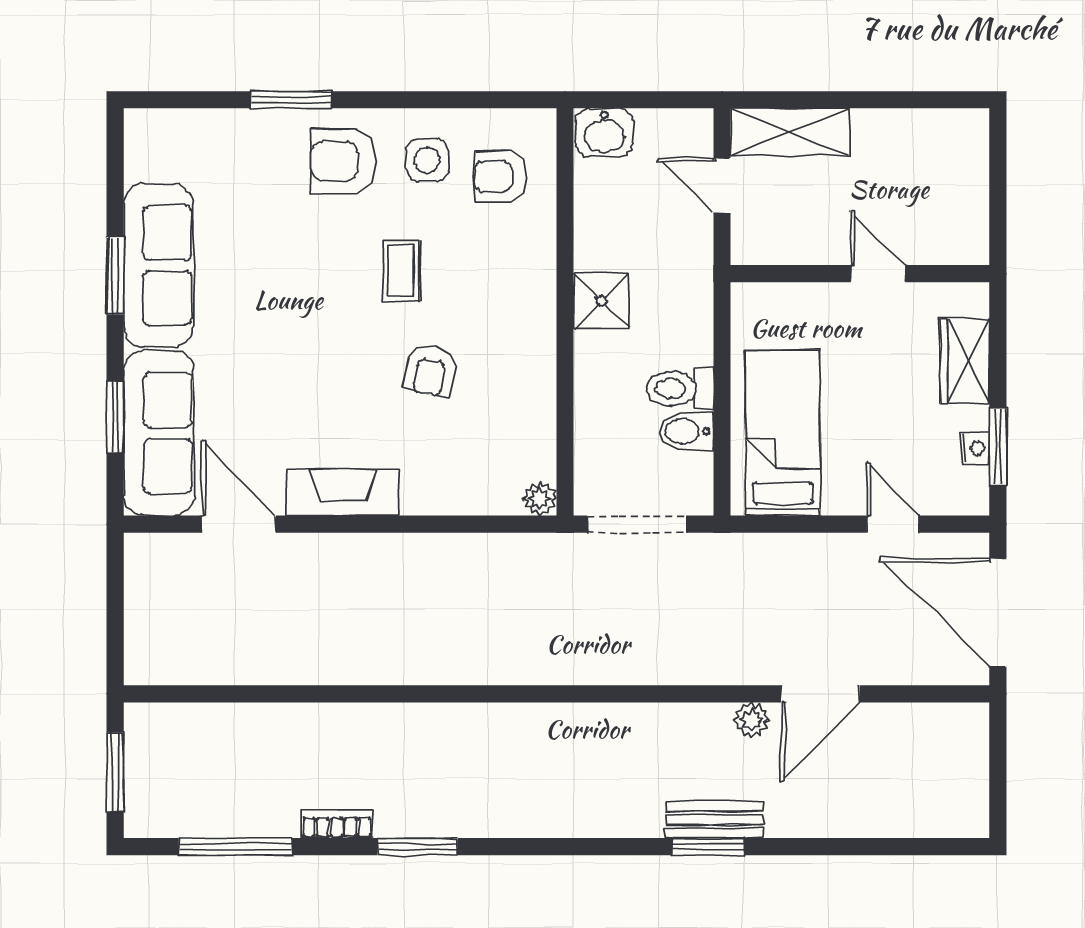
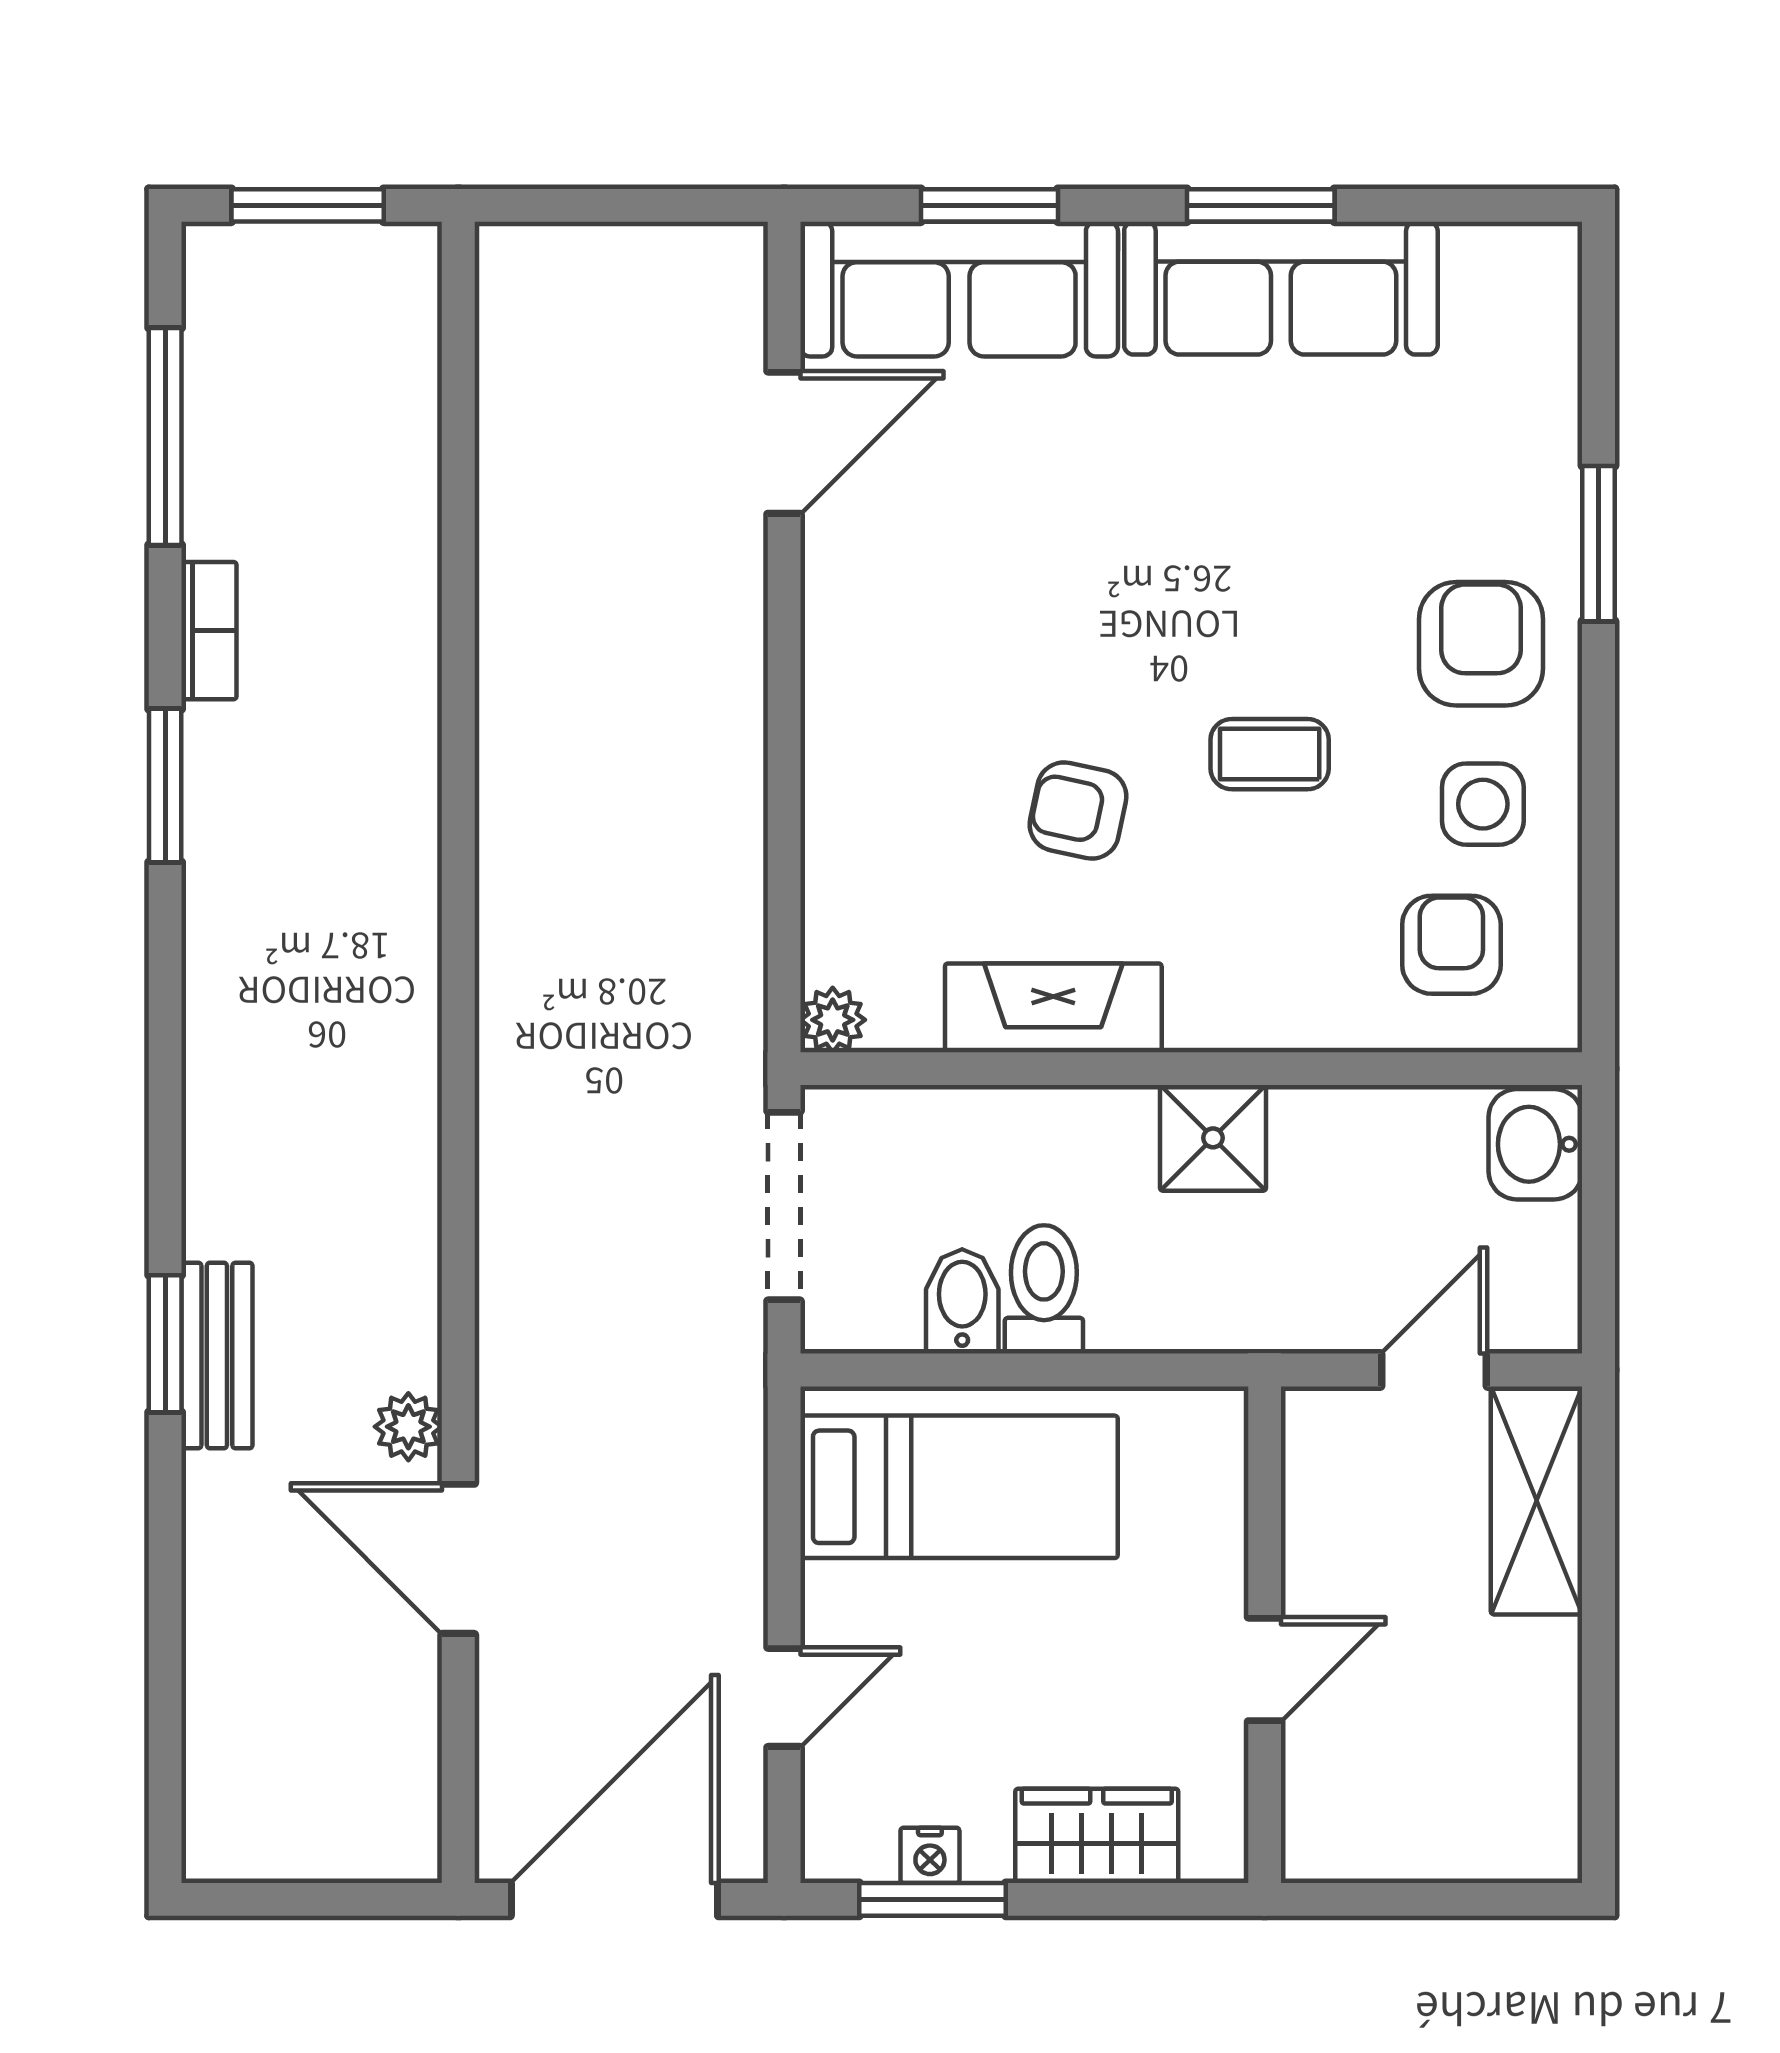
fireplace: (343, 492) -> (1053, 1008), moved, turned -90

